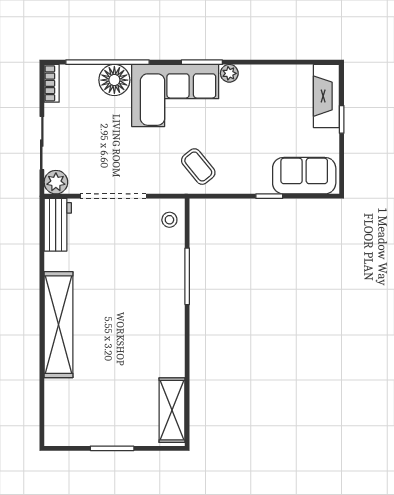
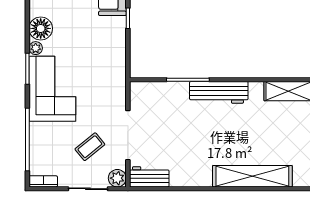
floor lamp: (114, 80) -> (41, 28), moved
coffee table: (198, 167) -> (90, 147), moved
stool: (169, 220) -> (145, 93), removed
workbench: (170, 318) -> (219, 92), added
shelving: (59, 325) -> (252, 176), moved

